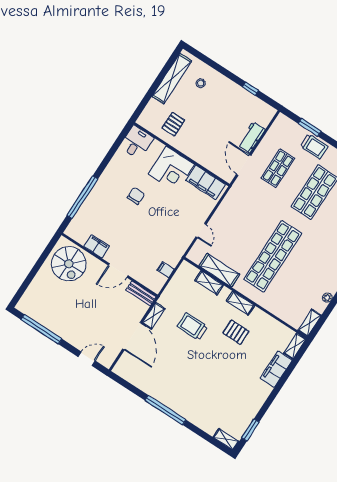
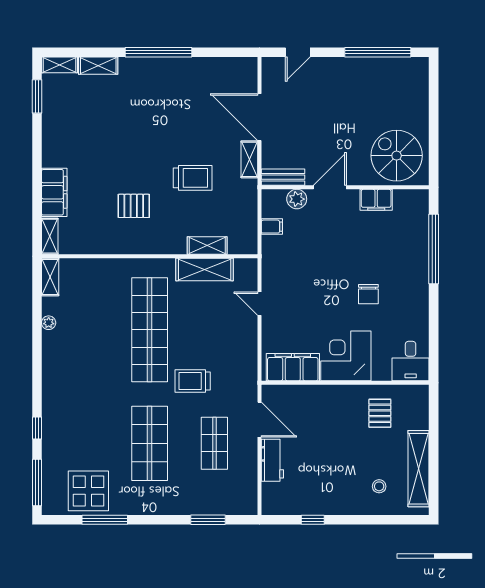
trolley: (314, 146) -> (193, 381), moved
plant: (141, 276) -> (297, 199), added
shelving: (240, 303) -> (98, 66), moved

